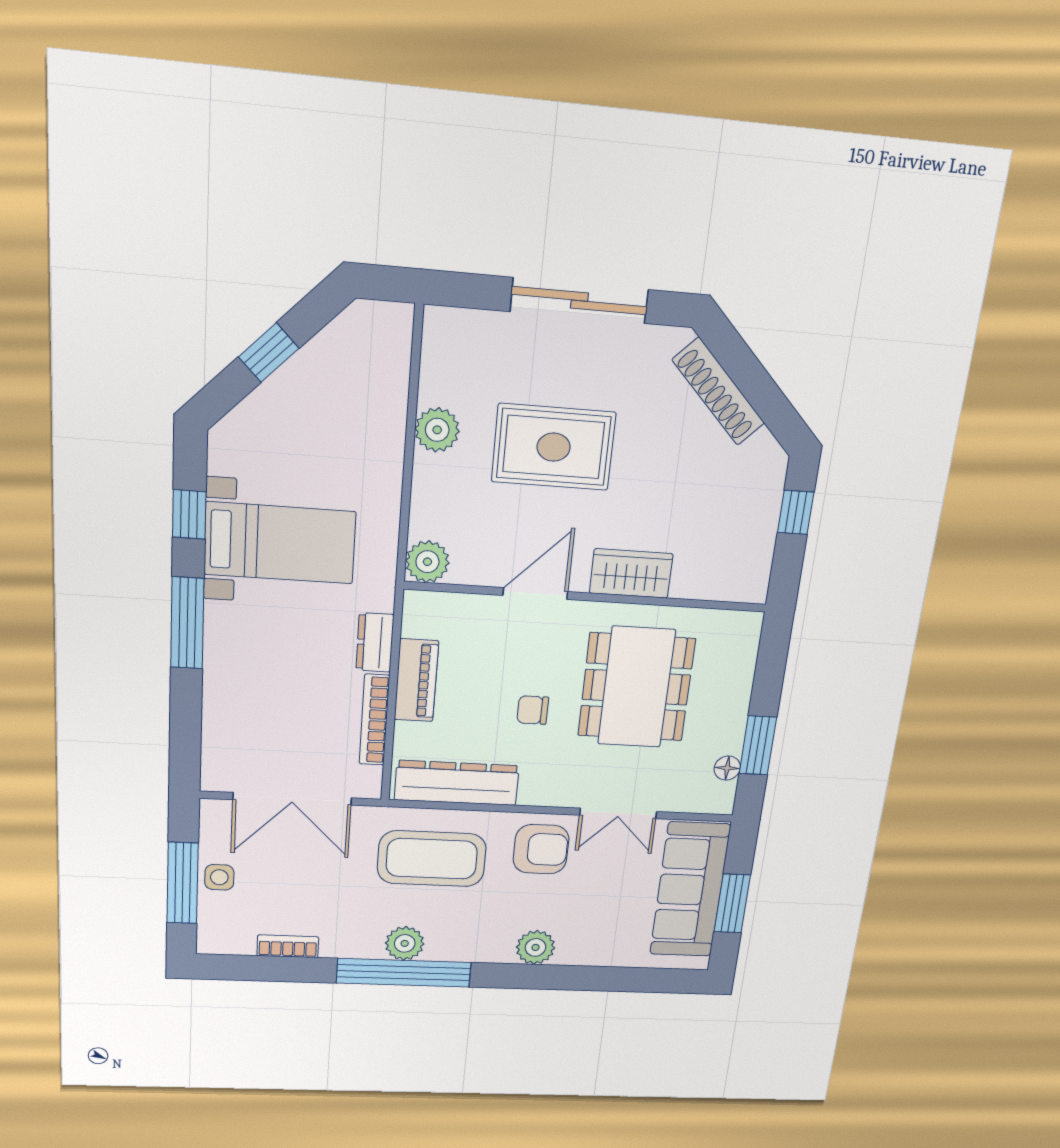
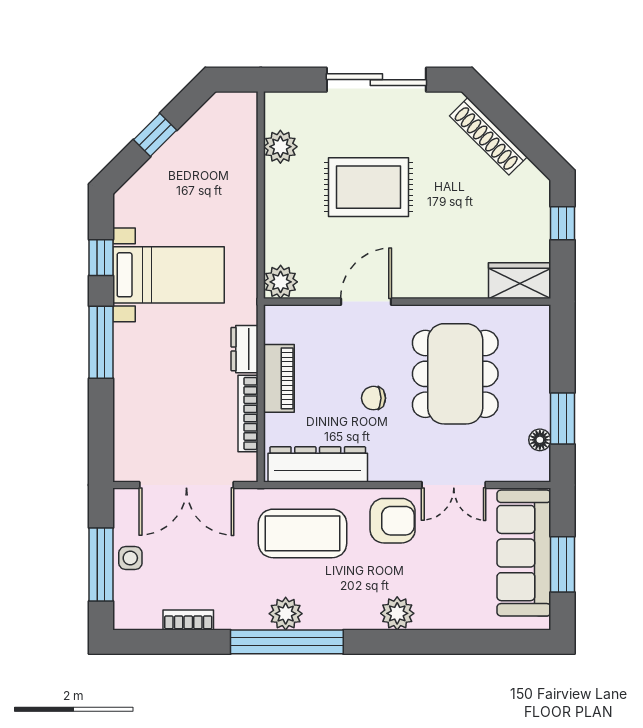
plant: (437, 430) -> (280, 147), moved
wardrobe: (631, 573) -> (520, 281), moved

